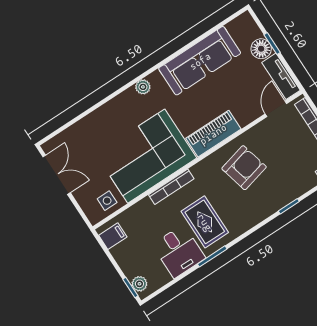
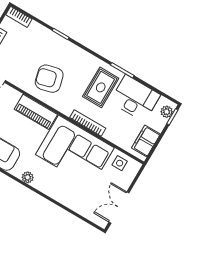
filing cabinet: (113, 236) -> (146, 141), width x2.00
desk: (179, 251) -> (135, 98), width x1.37

